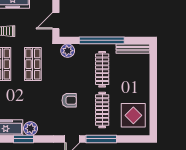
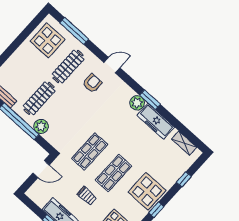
plant: (68, 51) -> (41, 126), moved
armchair: (69, 100) -> (92, 83), moved, turned 90
window: (101, 139) -> (74, 31), moved

